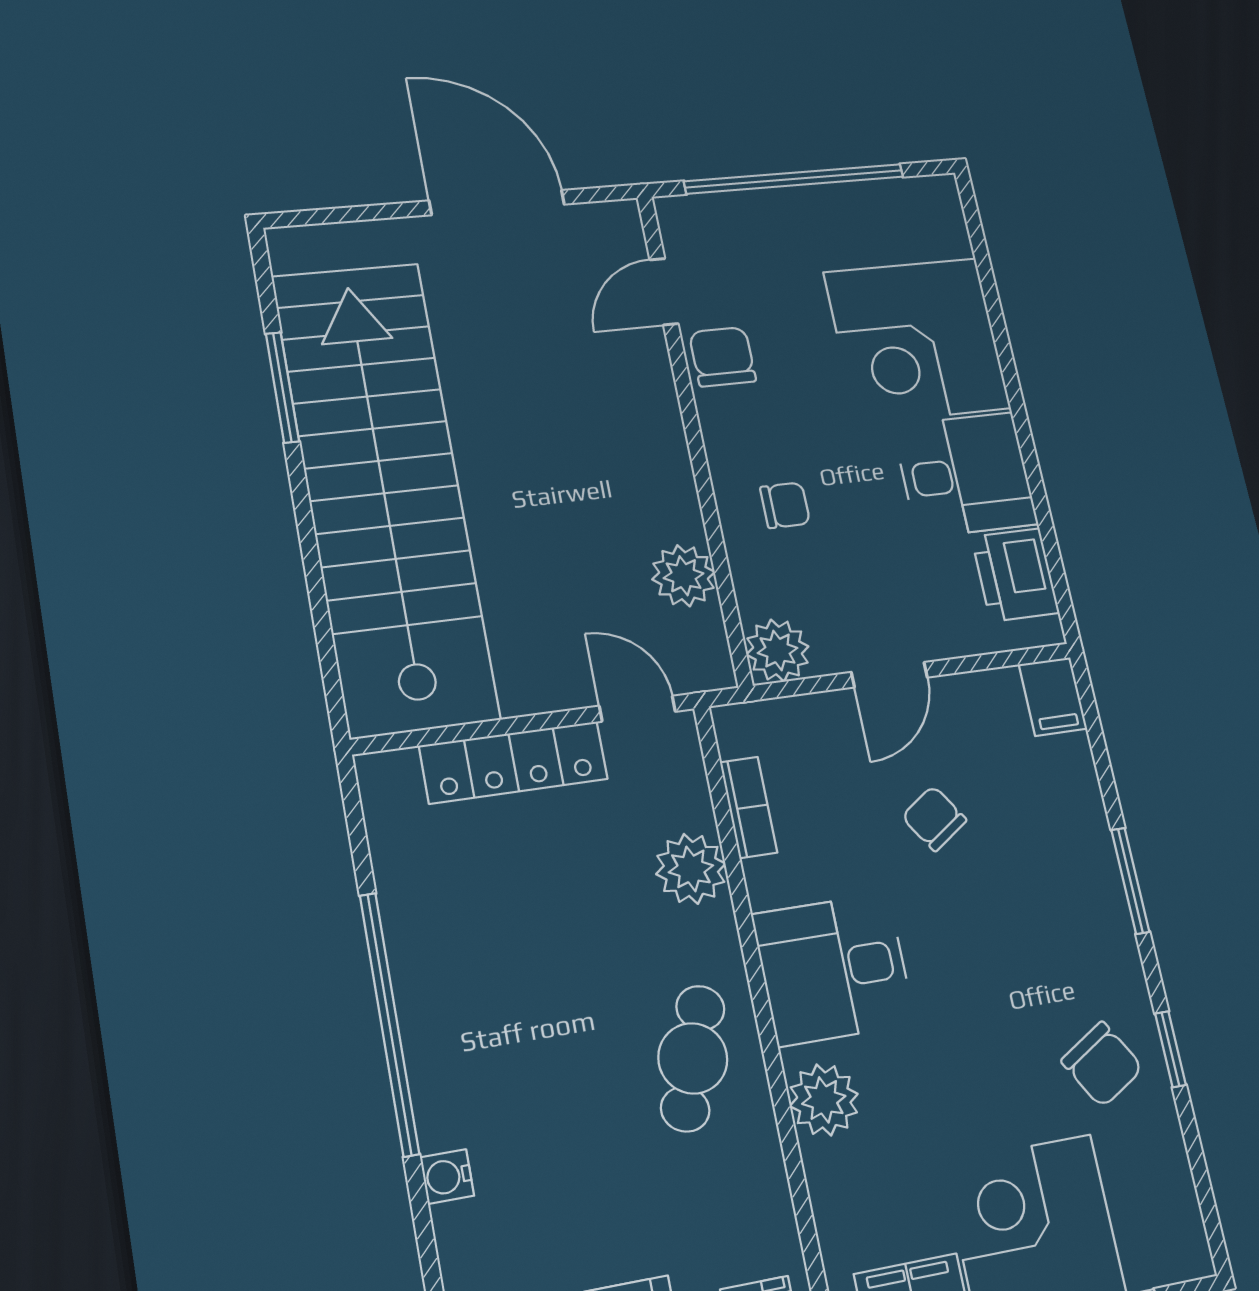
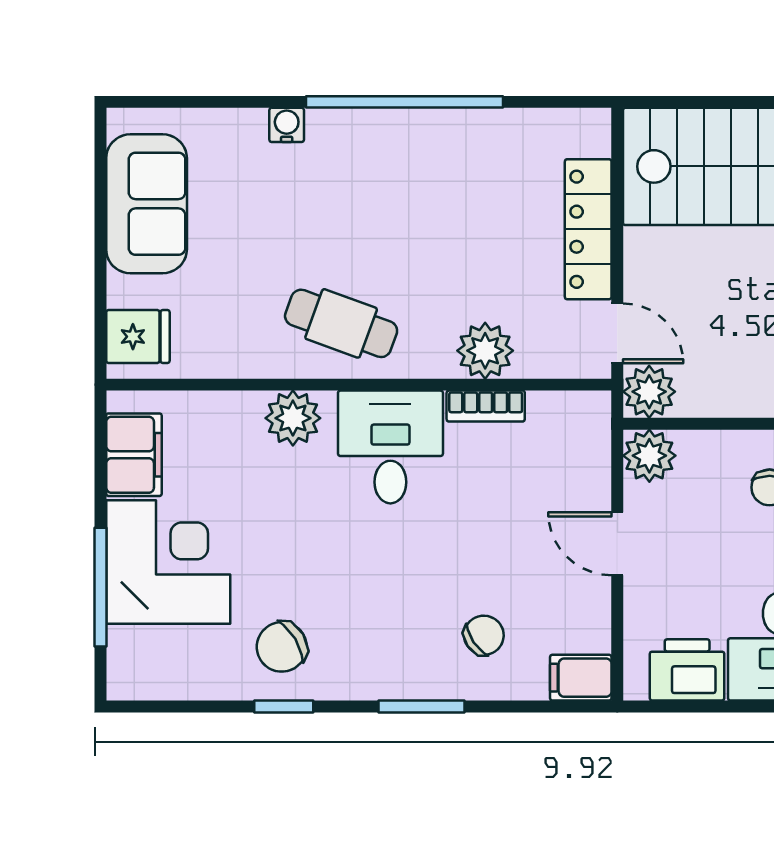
plant: (684, 576) -> (649, 392), moved
door: (637, 709) -> (617, 333), hinge flipped
bookcase: (749, 807) -> (486, 406), moved
chair: (934, 818) -> (484, 635), moved

